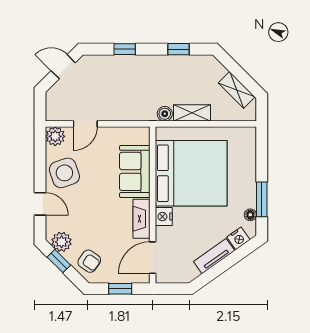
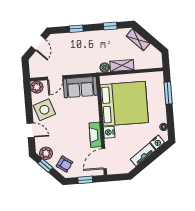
door: (63, 67) -> (38, 43), swing flipped
shelving: (237, 90) -> (138, 40), moved
sofa: (135, 171) -> (80, 87), moved, turned -90
window: (262, 199) -> (168, 93), moved

